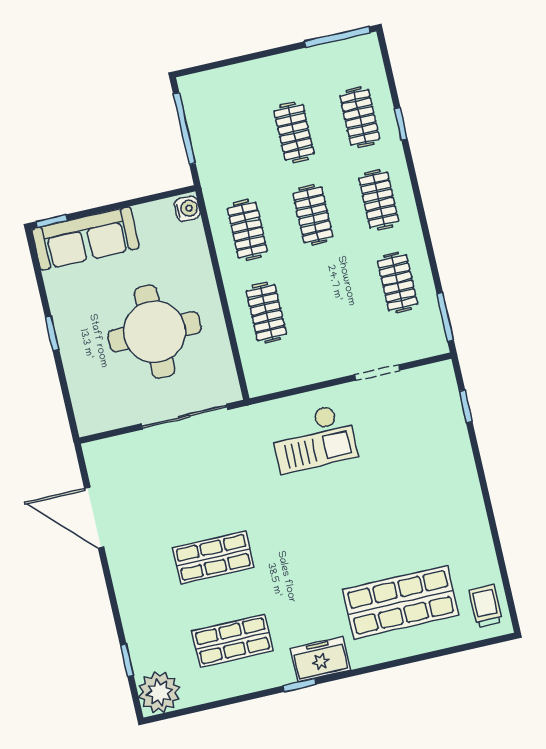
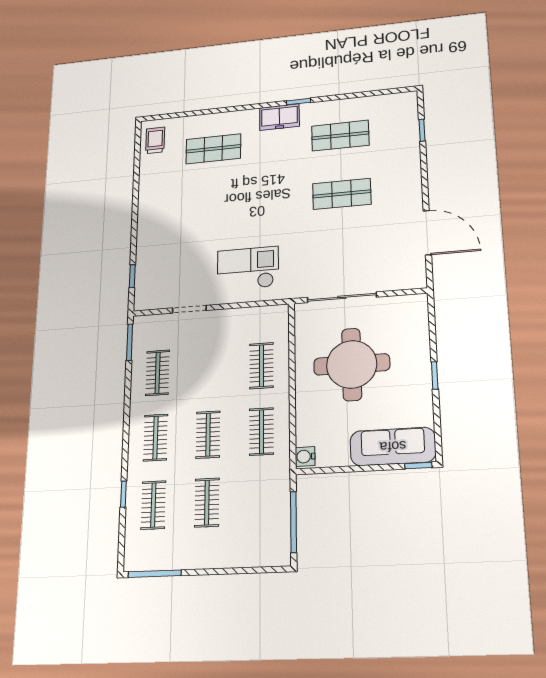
shop shelf: (401, 602) -> (213, 149), width x0.70, depth x0.74
trolley: (486, 606) -> (155, 140), turned 180
plant: (159, 692) -> (402, 106), removed

